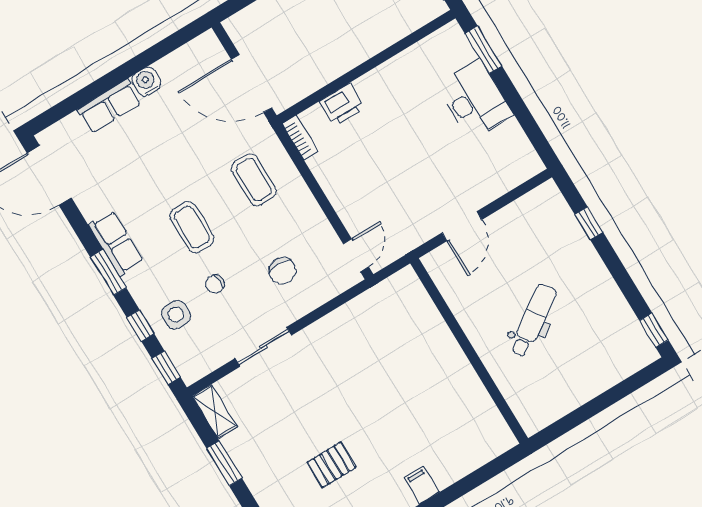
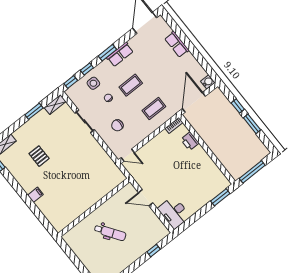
water cooler: (146, 82) -> (208, 82), moved
desk: (475, 100) -> (174, 212), moved, turned 90

